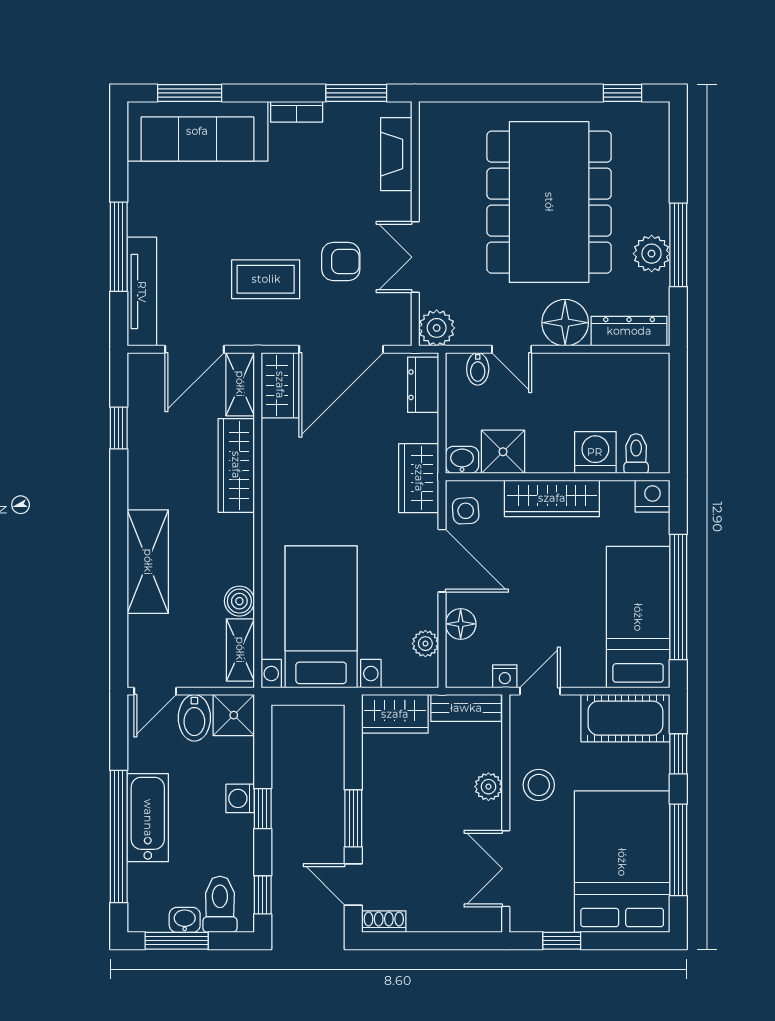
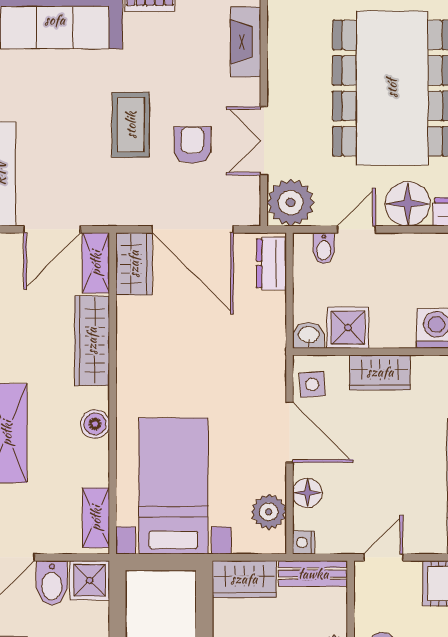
armchair: (341, 262) -> (192, 145), turned -90
coffee table: (266, 279) -> (131, 125), moved, turned 90
plant: (437, 328) -> (291, 203), width x1.36, depth x1.36
door: (341, 349) -> (193, 229), hinge flipped
door: (512, 349) -> (356, 229), swing flipped
wardrobe: (419, 478) -> (267, 353), removed
wardrobe: (552, 498) -> (380, 372), width x0.67
boiler: (239, 601) -> (95, 424), moved
plant: (425, 644) -> (269, 512), width x1.38, depth x1.38
nightstand: (505, 676) -> (304, 543), moved, turned 90

